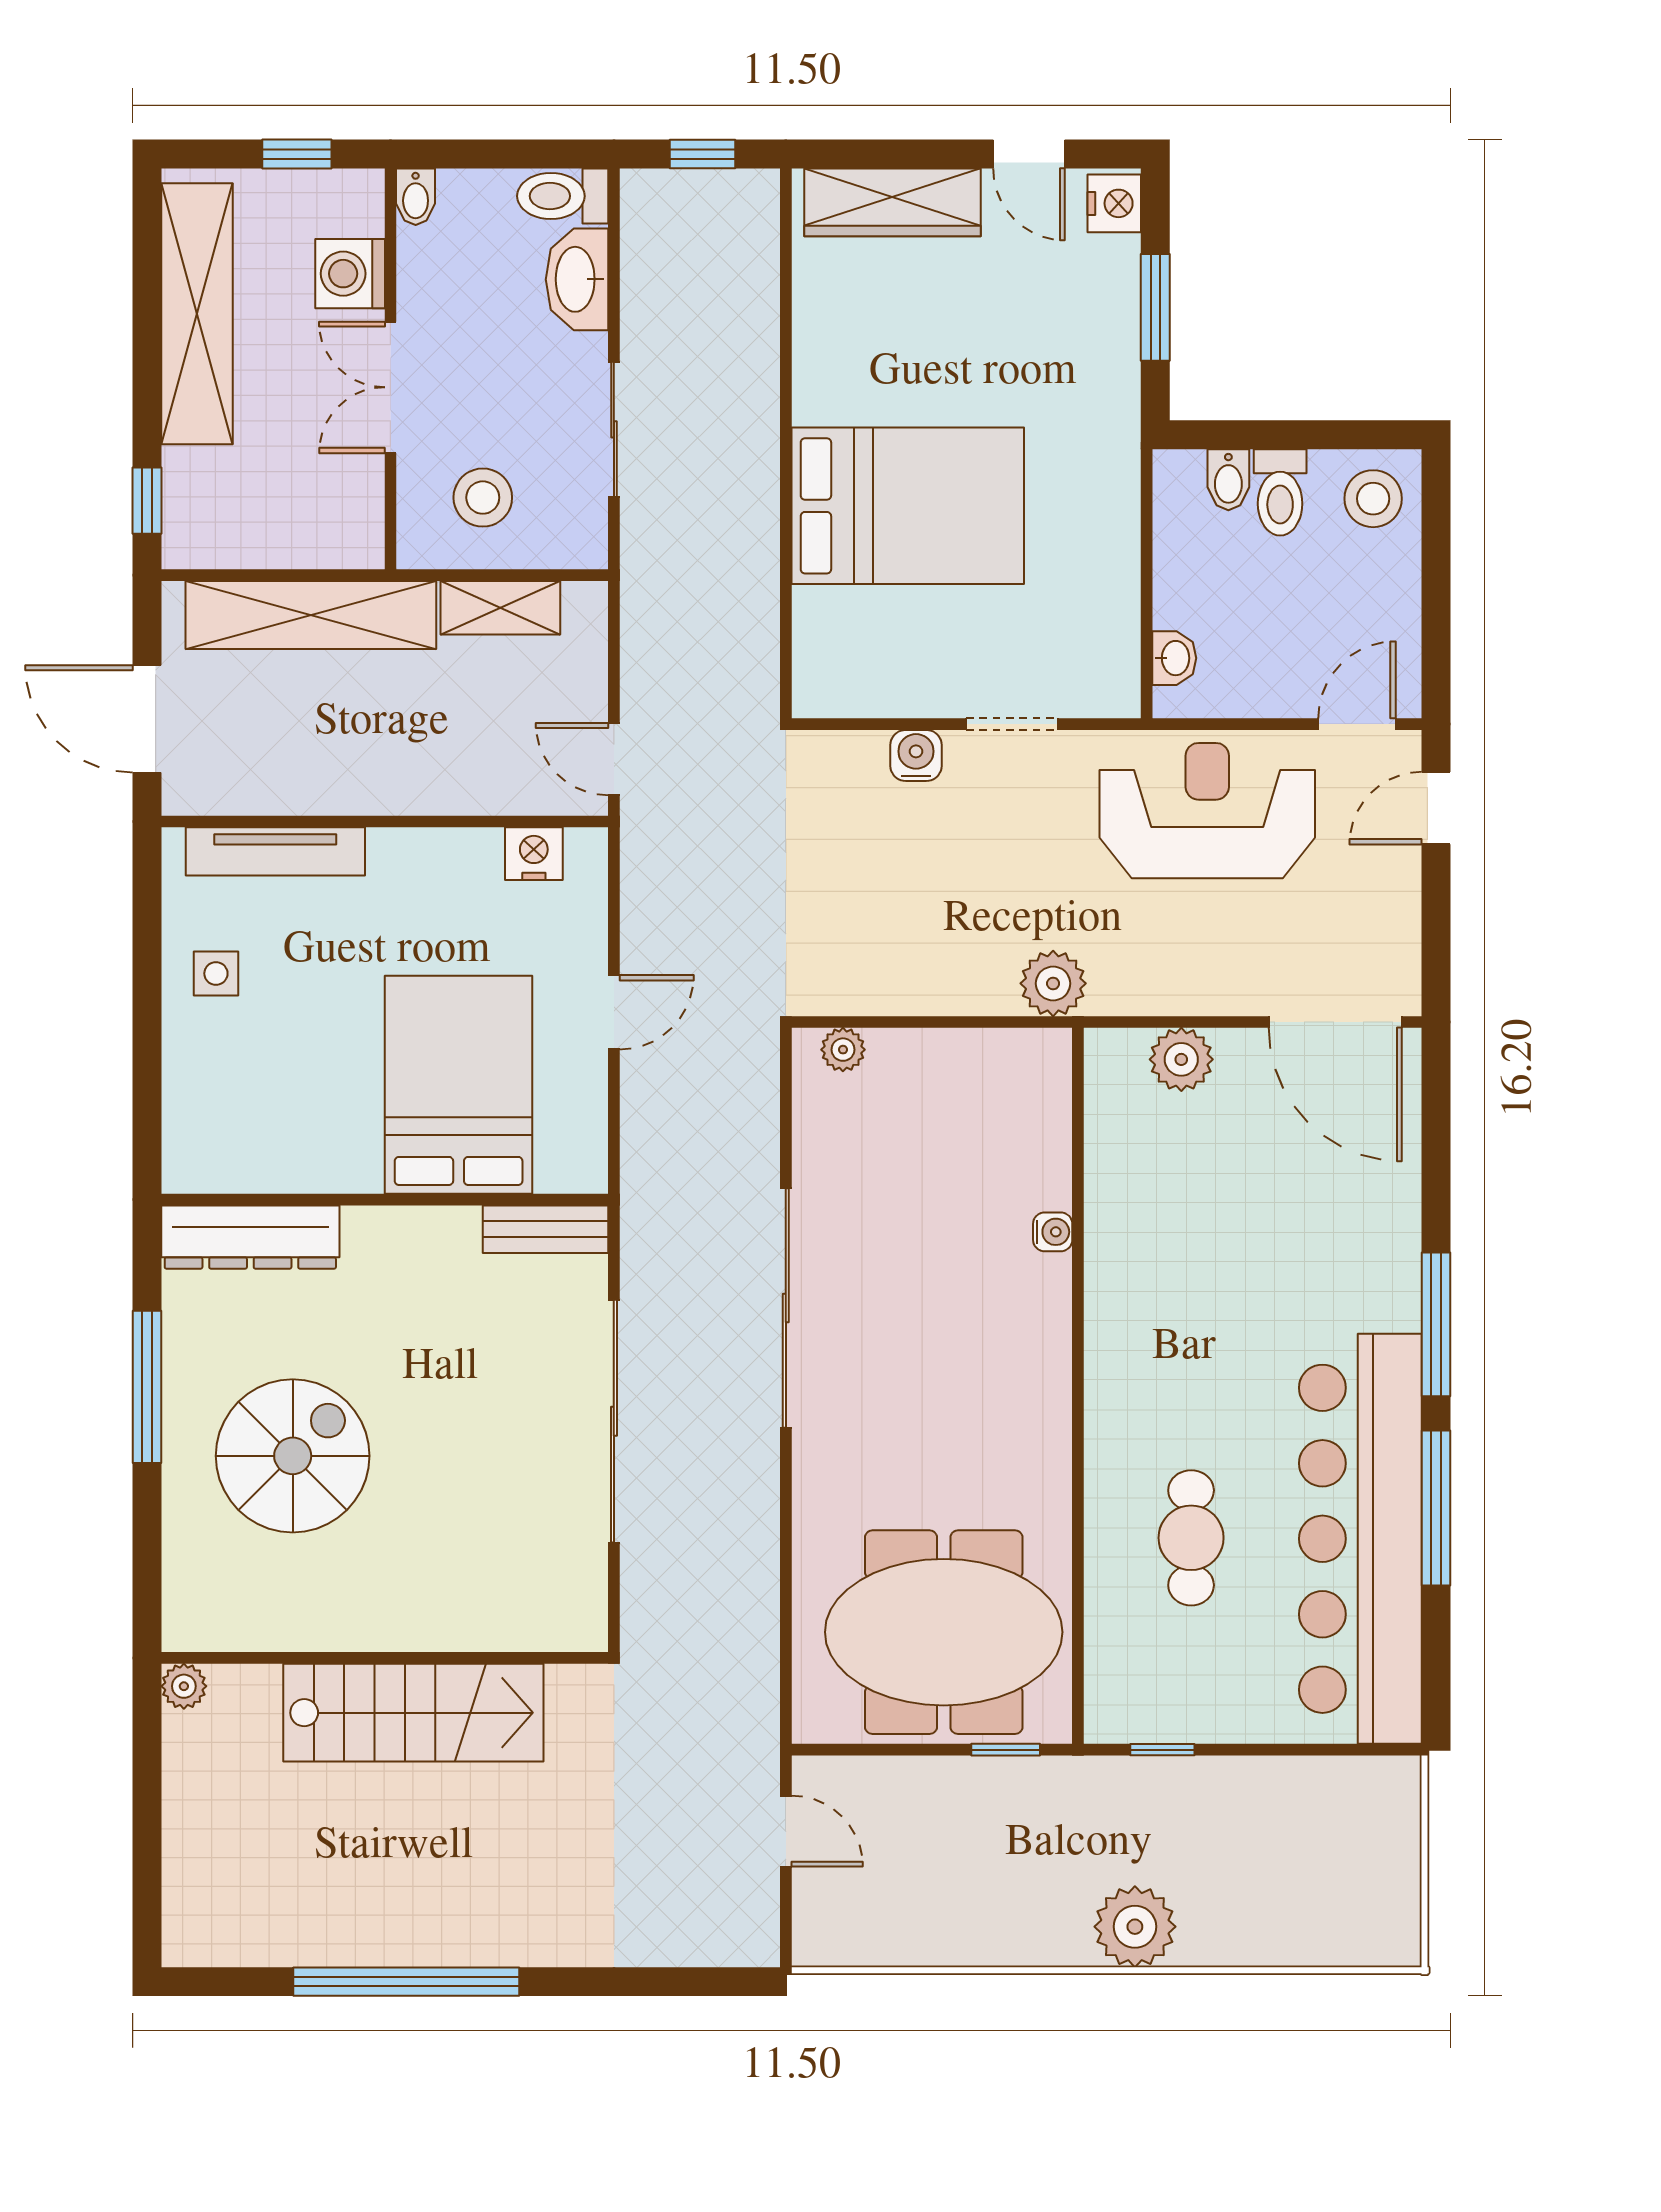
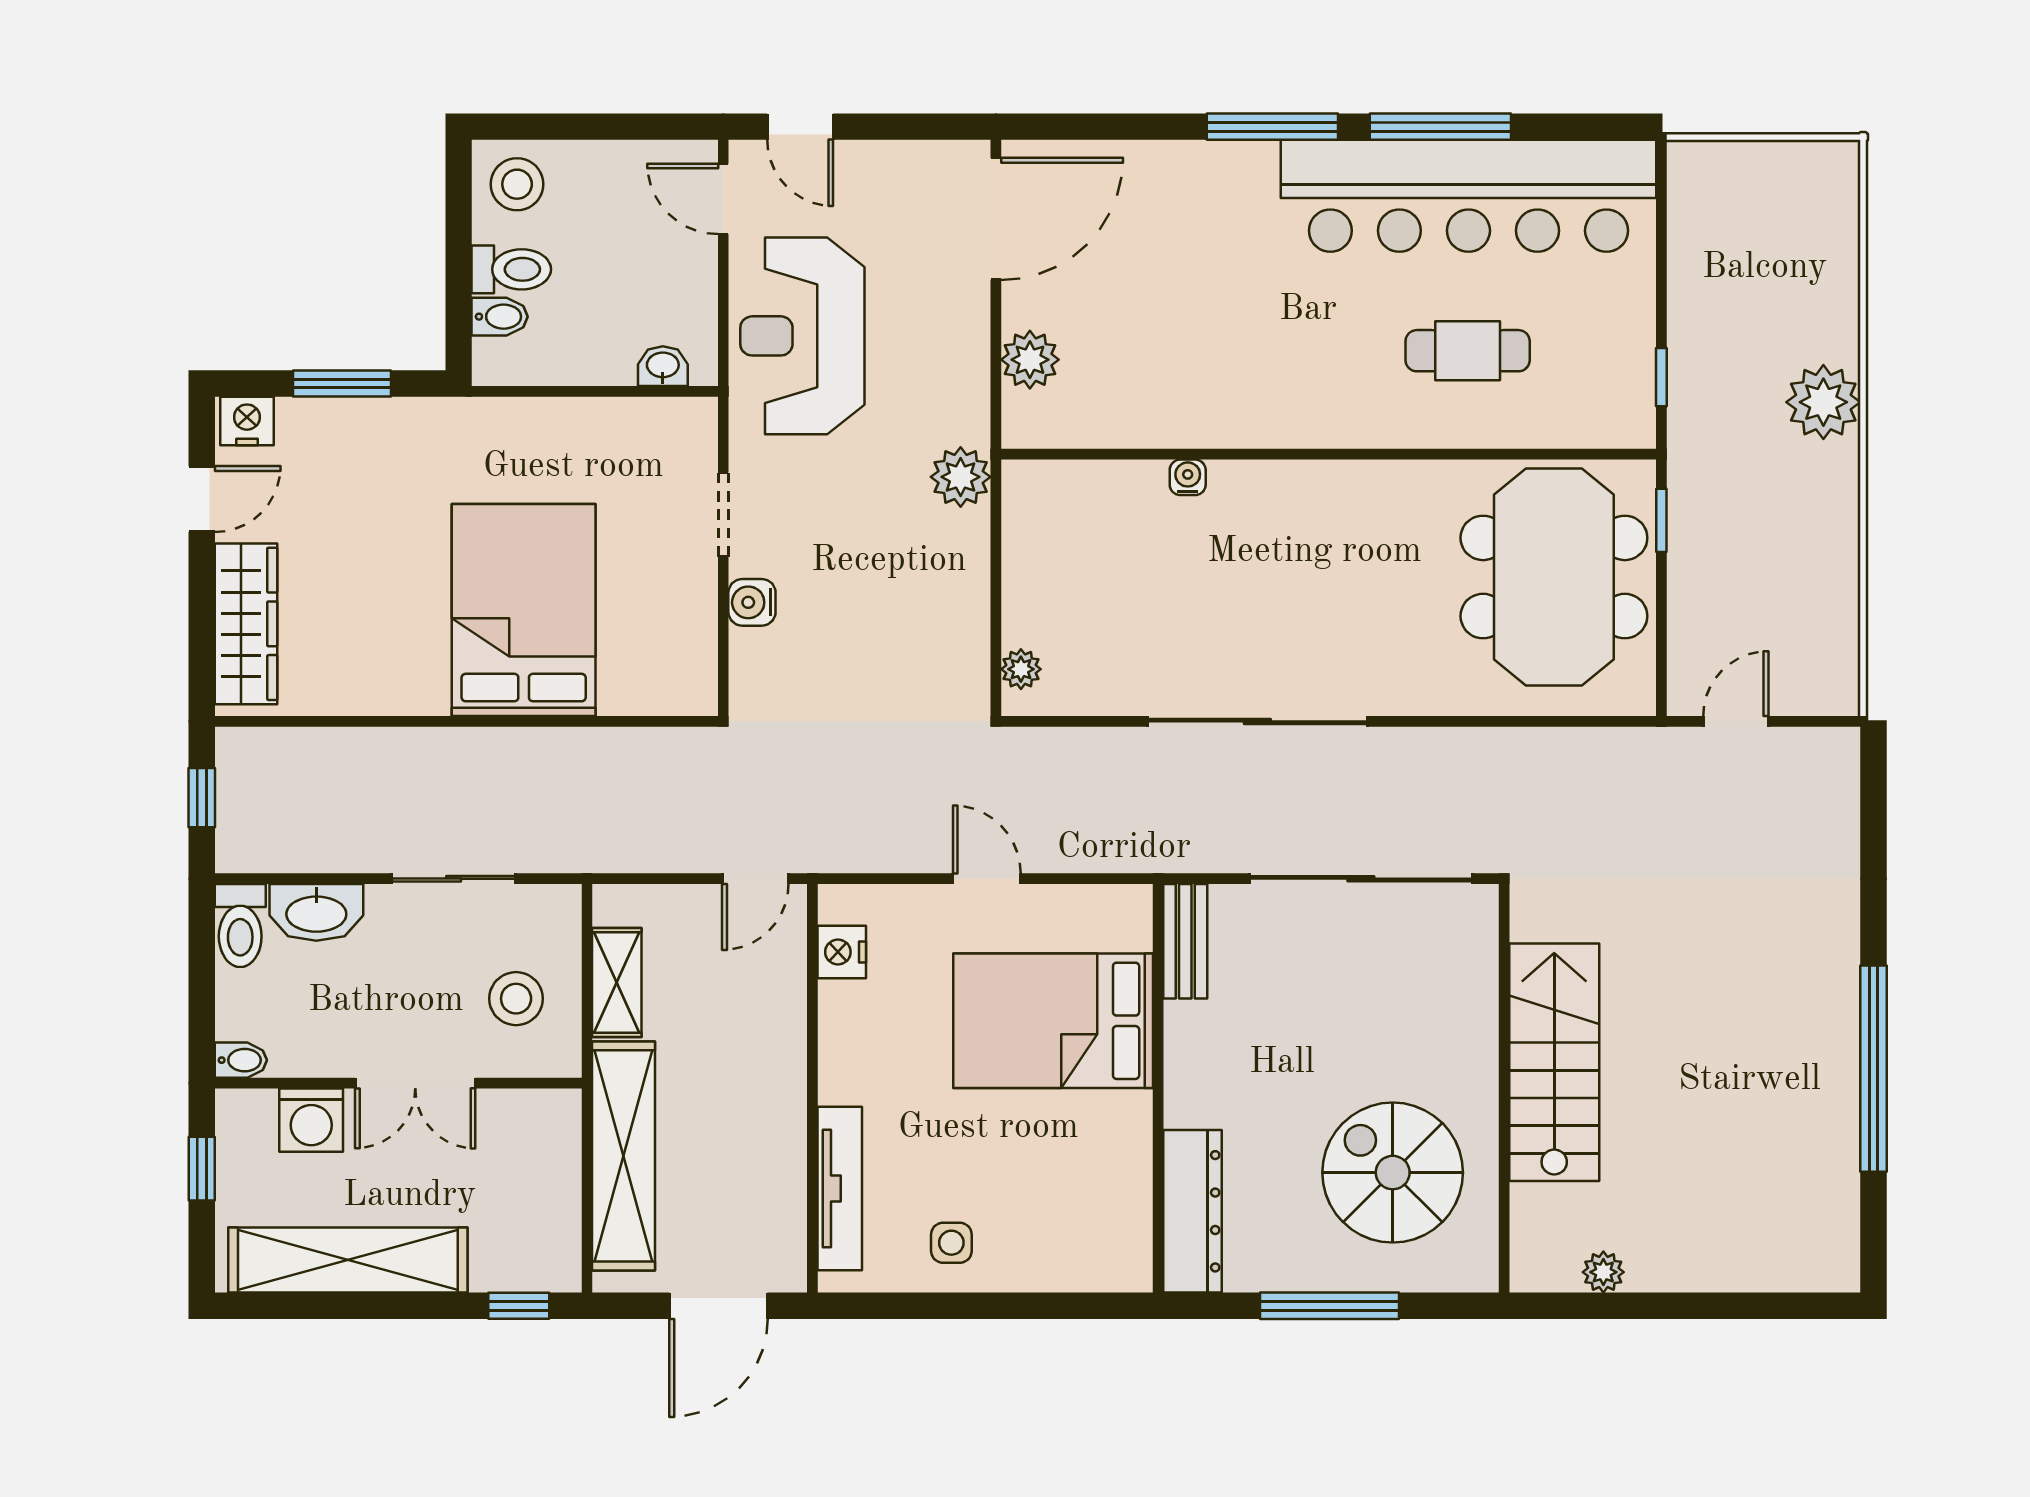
wall: (385, 1658) -> (1504, 1088), moved
stairs: (413, 1713) -> (1554, 1062), moved

